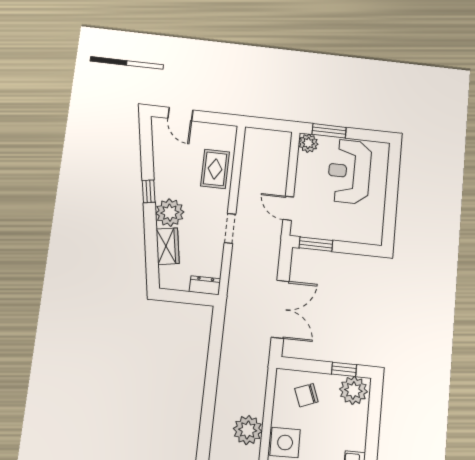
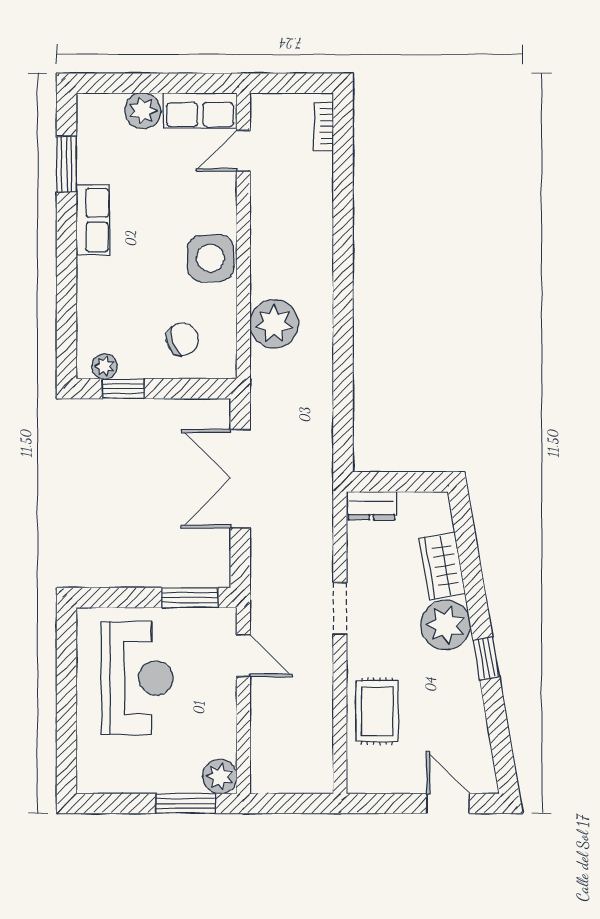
reception desk: (349, 172) -> (137, 678), moved
plant: (353, 390) -> (105, 366), width x0.53, depth x0.53
plant: (248, 430) -> (274, 324), moved

